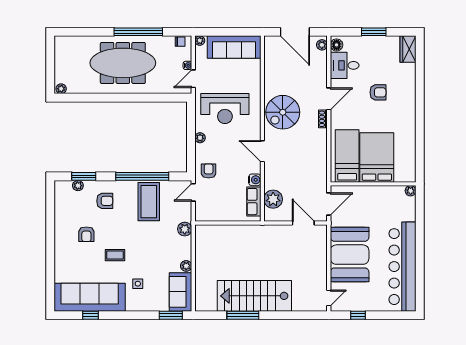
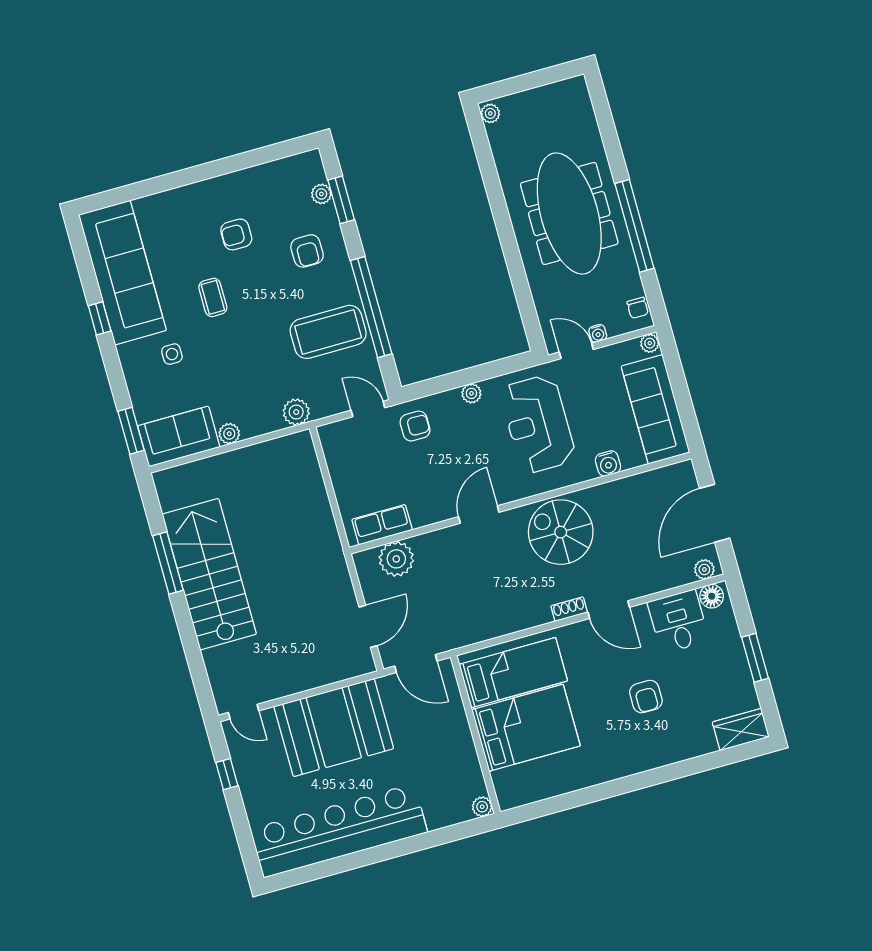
water cooler: (255, 180) -> (608, 463), moved
window: (90, 315) -> (100, 318), moved

